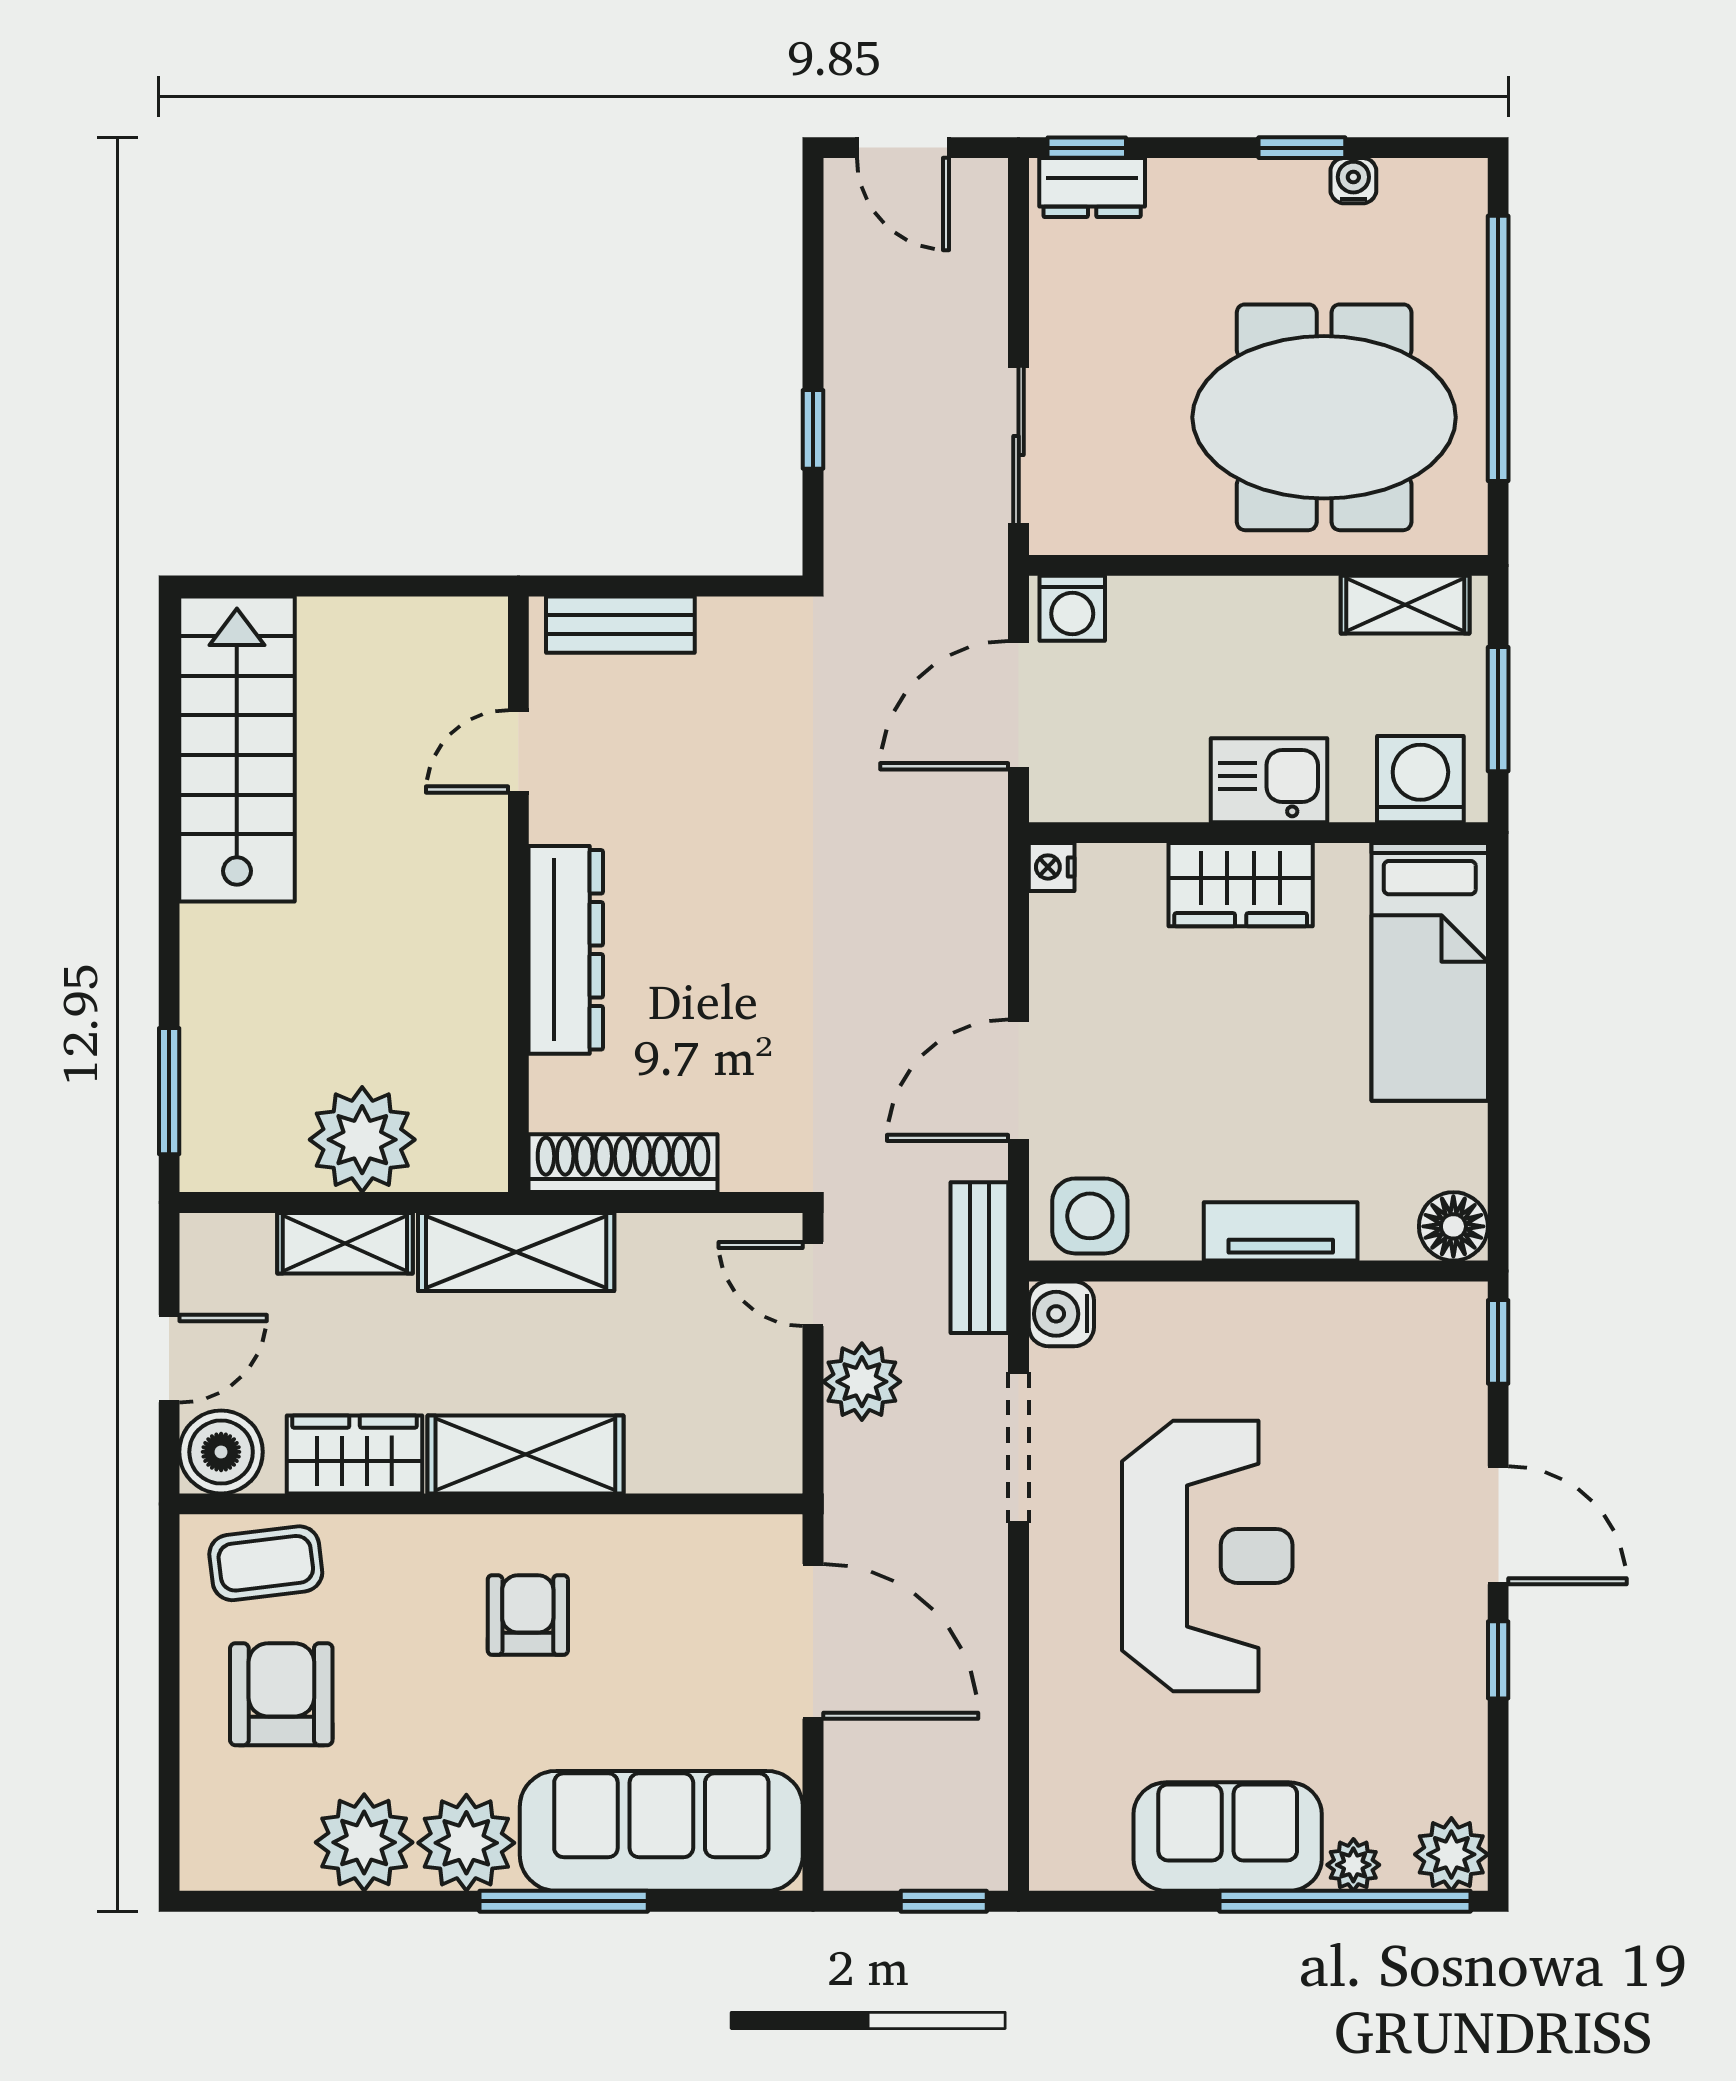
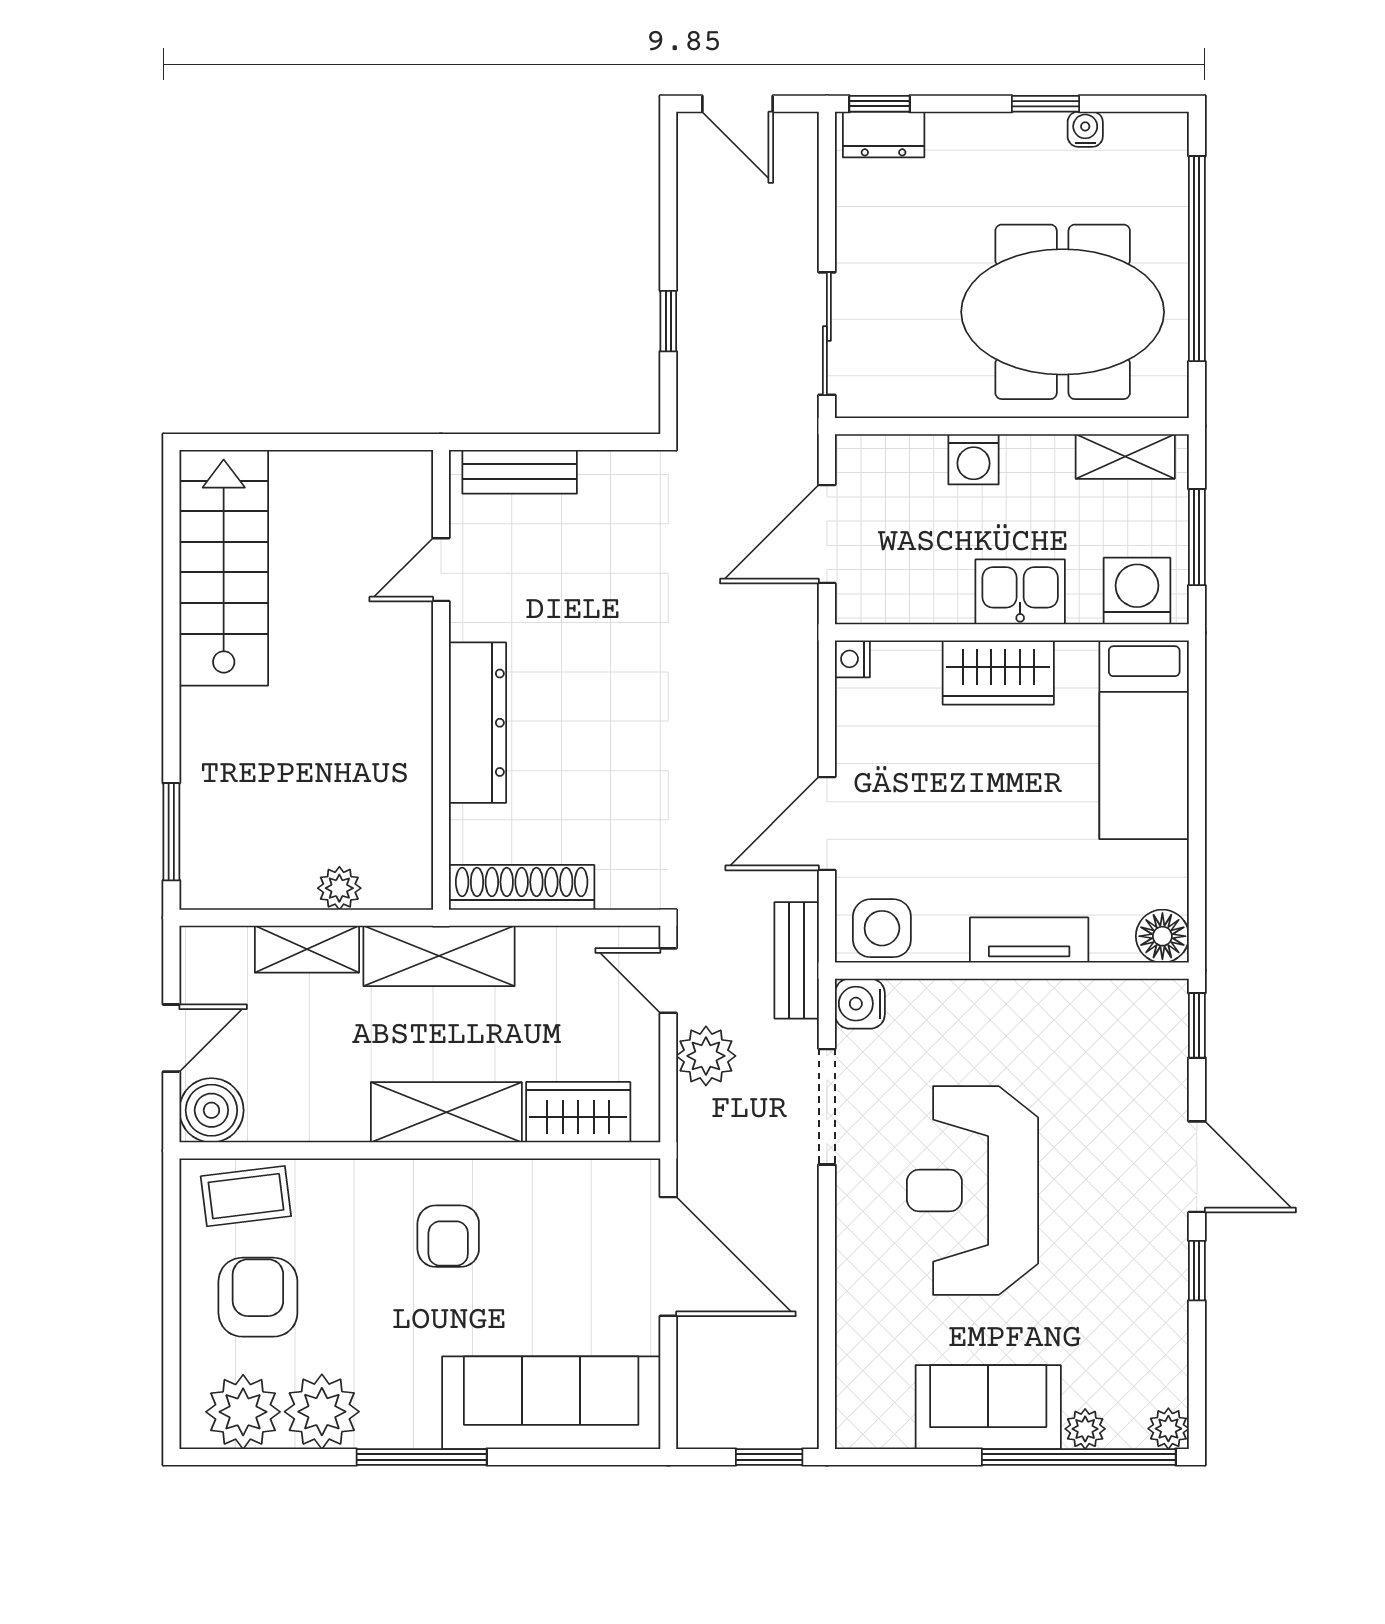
washing machine: (1072, 608) -> (974, 459), moved
plant: (362, 1140) -> (339, 888), width x0.53, depth x0.53
wardrobe: (355, 1454) -> (578, 1112), moved
reception desk: (1207, 1556) -> (972, 1191), turned 180
armchair: (528, 1615) -> (448, 1236), turned 180
plant: (466, 1843) -> (243, 1412), moved
plant: (1451, 1854) -> (1168, 1429), width x0.73, depth x0.73
window: (564, 1901) -> (422, 1457), moved

